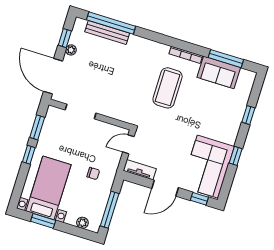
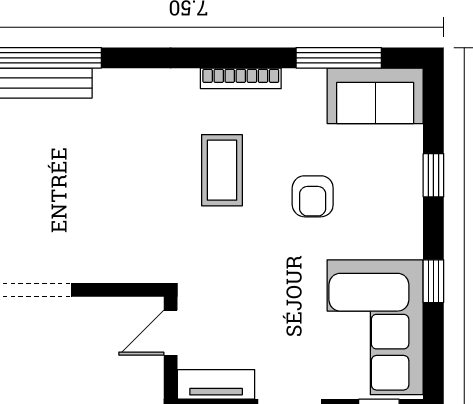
sofa: (219, 72) -> (375, 96), moved
coffee table: (168, 88) -> (222, 170), width x0.73, depth x0.76
armchair: (199, 109) -> (313, 196), added

